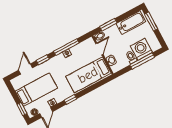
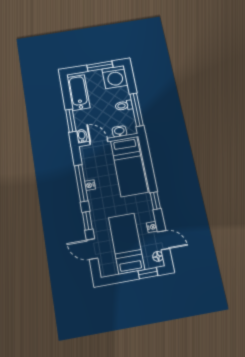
window: (151, 22) -> (100, 66), moved
washing machine: (141, 49) -> (115, 77), moved, turned -90
window: (142, 61) -> (136, 110), moved

